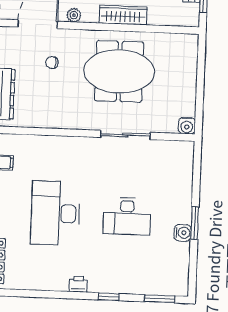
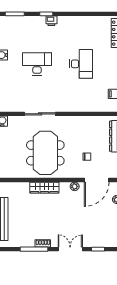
meeting table: (119, 71) -> (45, 153), turned 90
desk: (55, 213) -> (81, 64), width x0.73, depth x0.77
printer: (78, 284) -> (51, 21), moved

